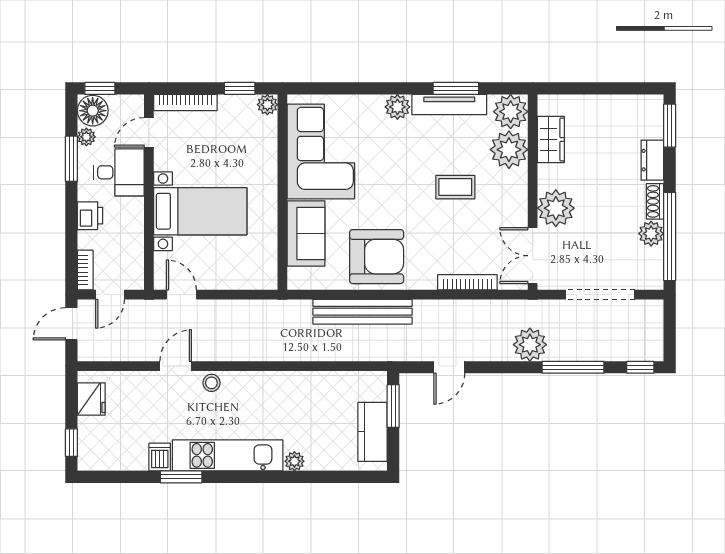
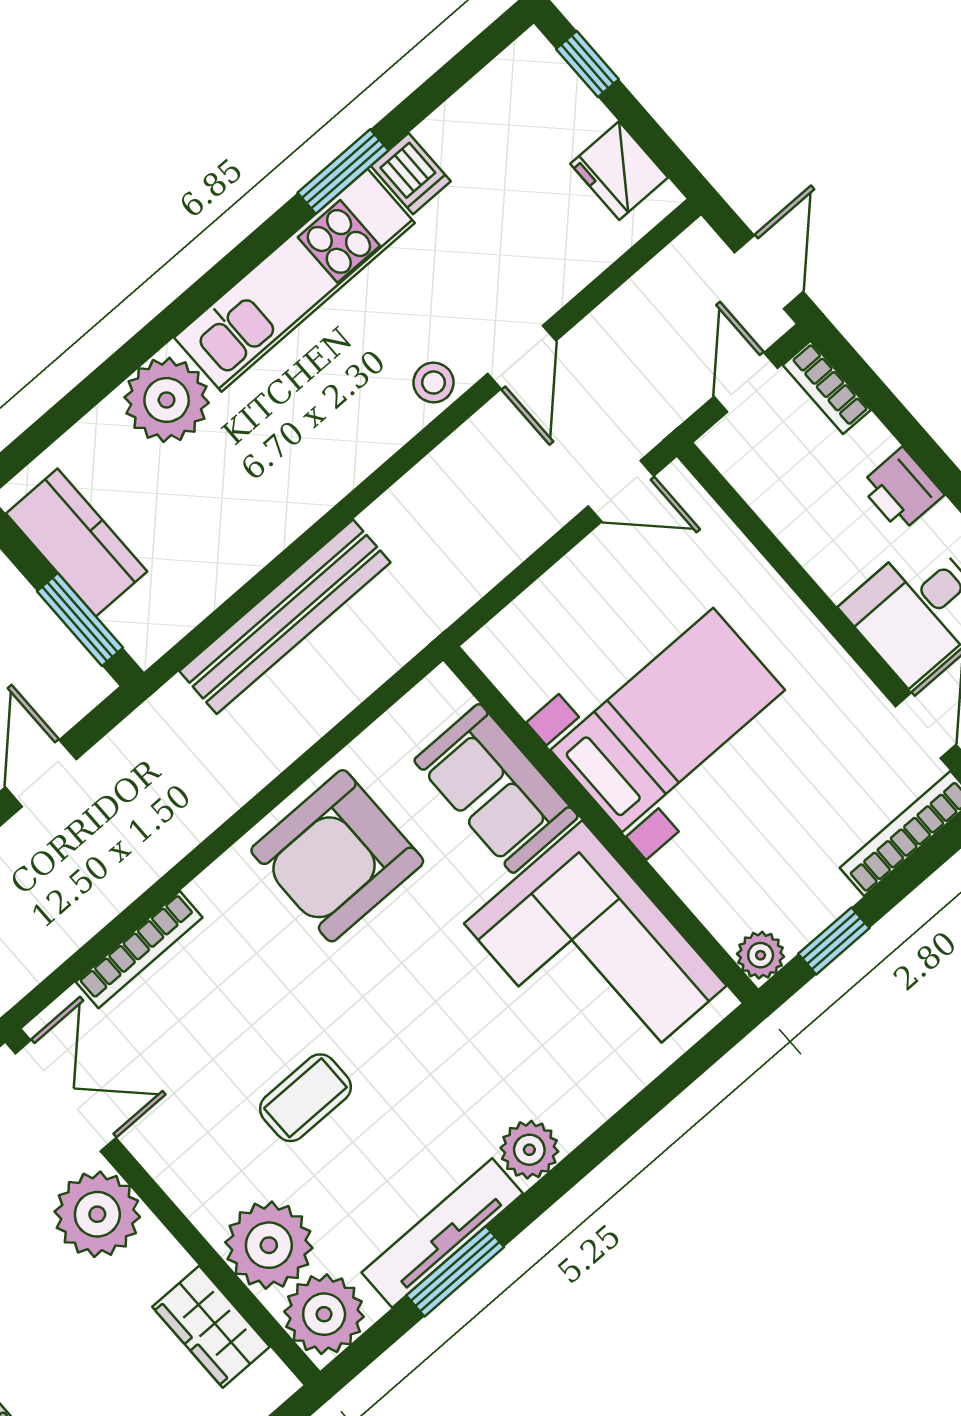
bed with nightstands: (200, 211) -> (668, 720), moved, turned 180
bench: (363, 312) -> (285, 617), moved
plant: (294, 461) -> (167, 400), width x1.87, depth x1.87

